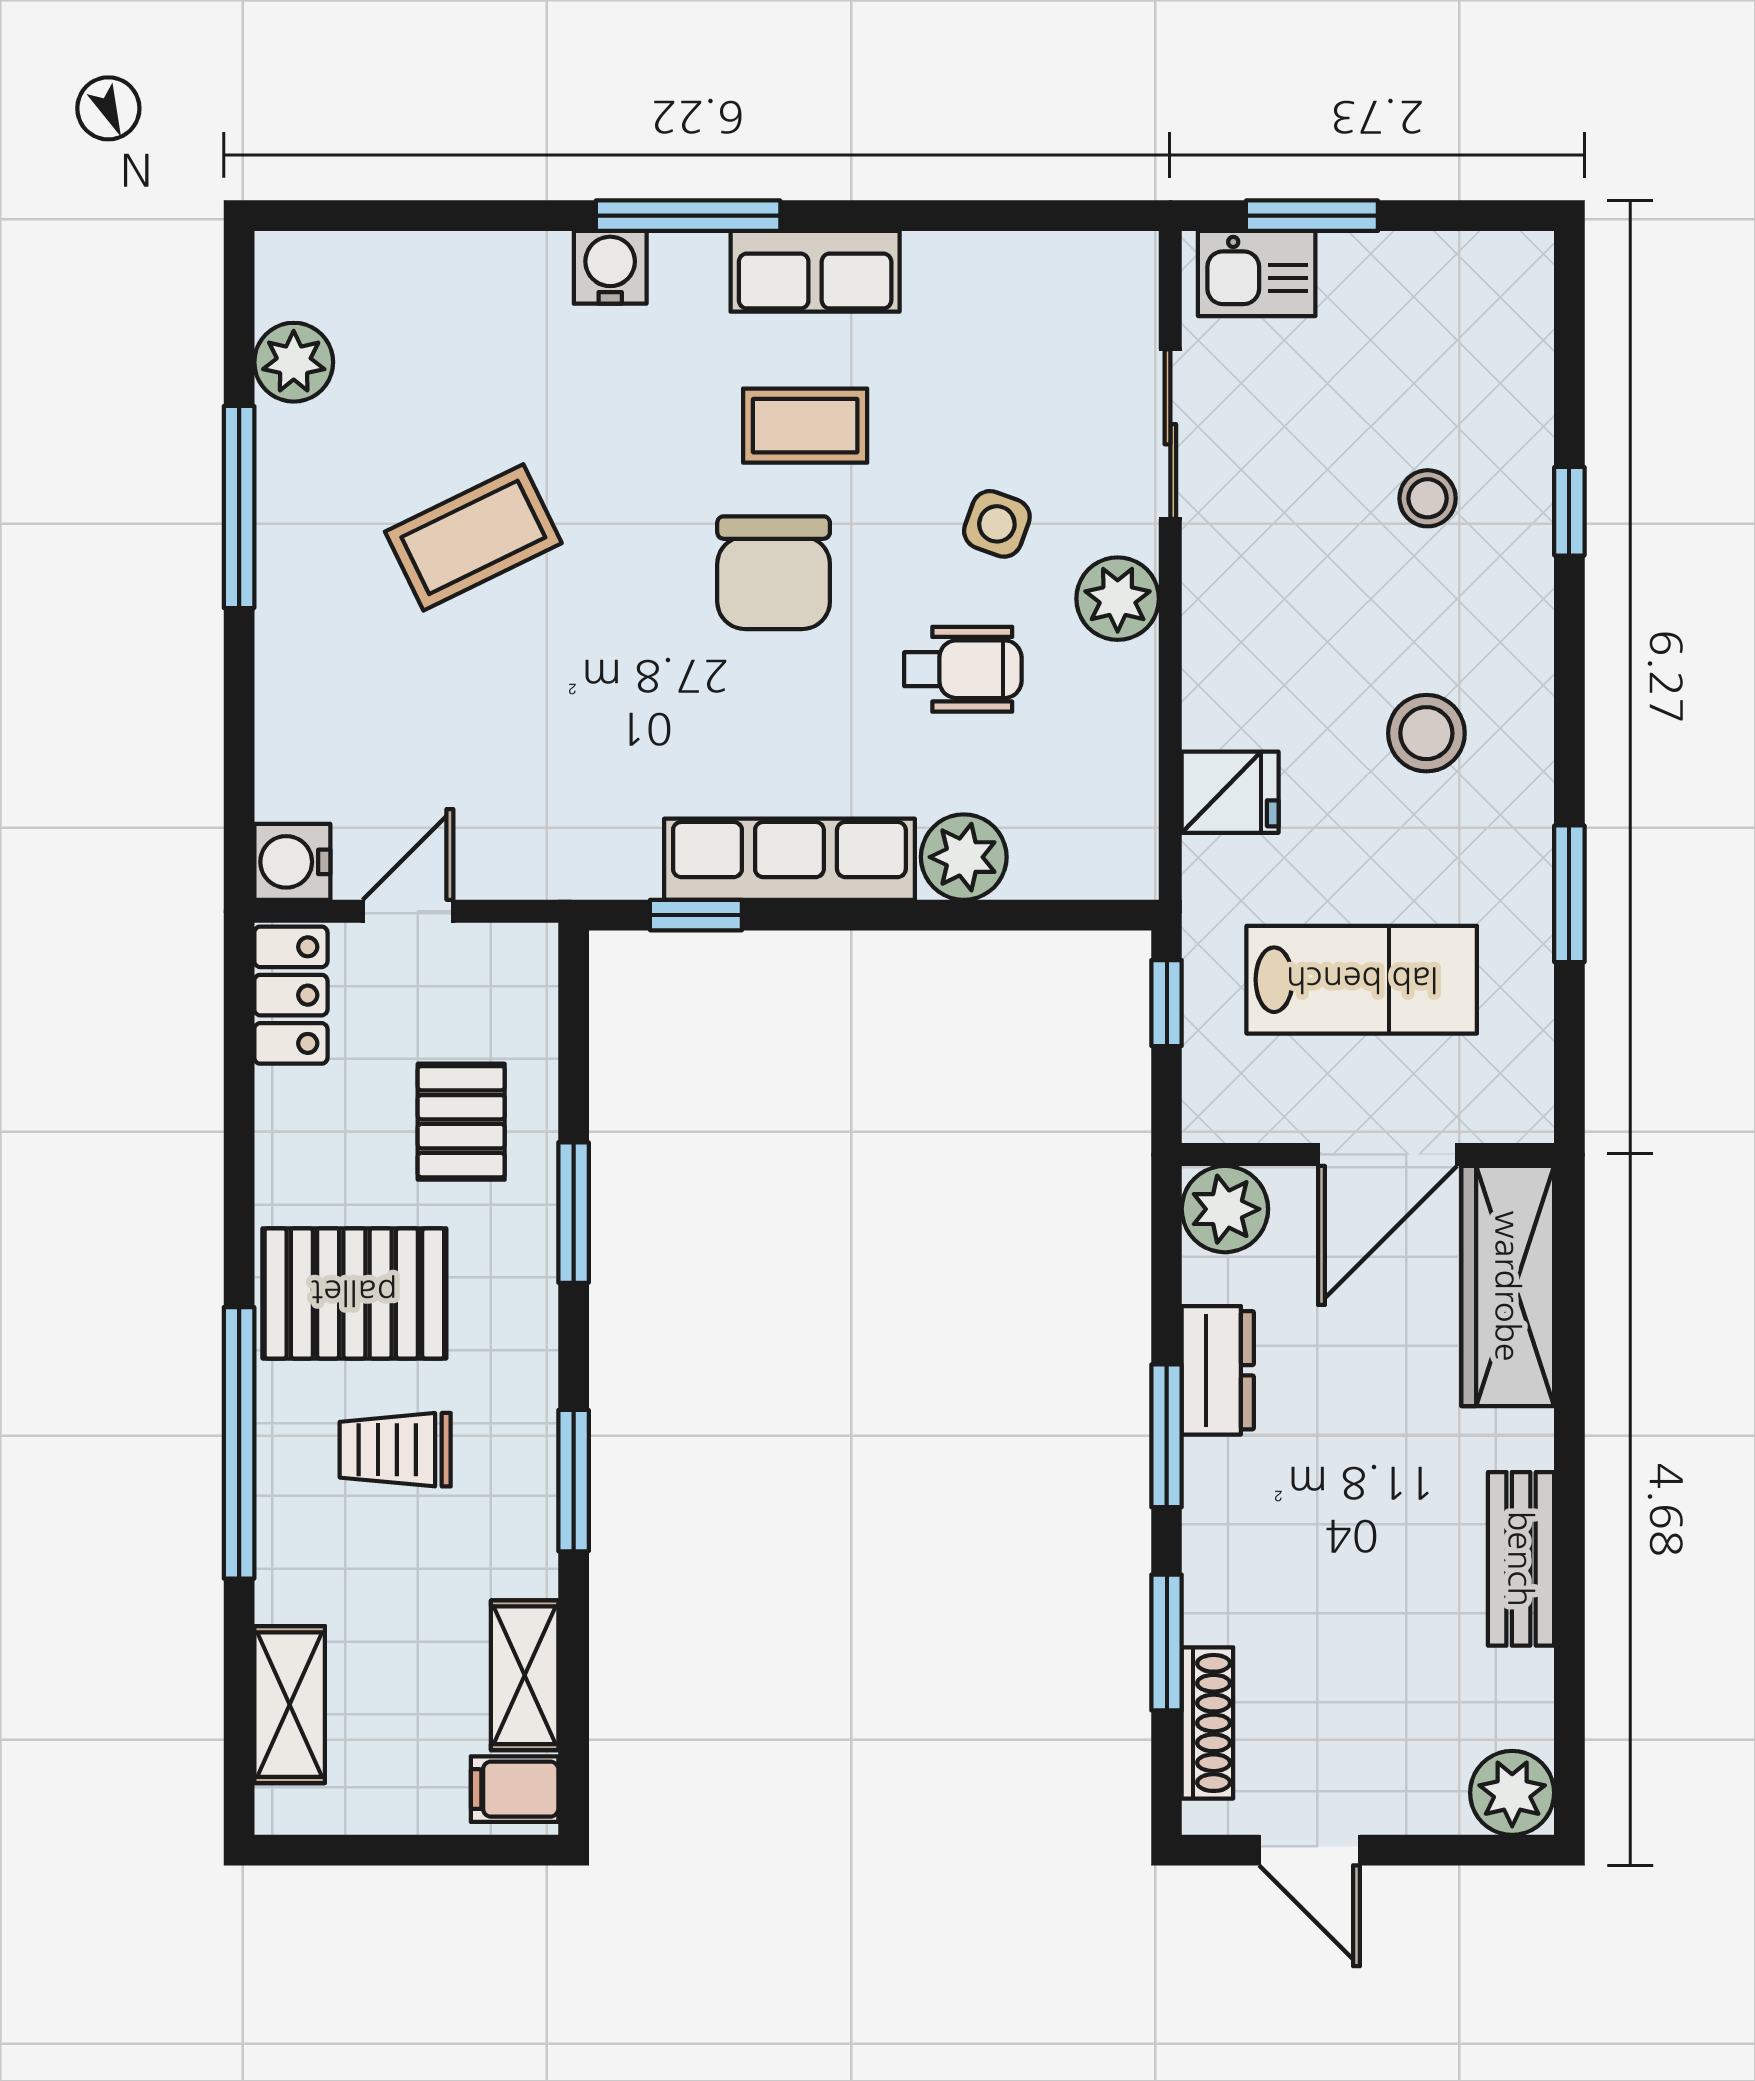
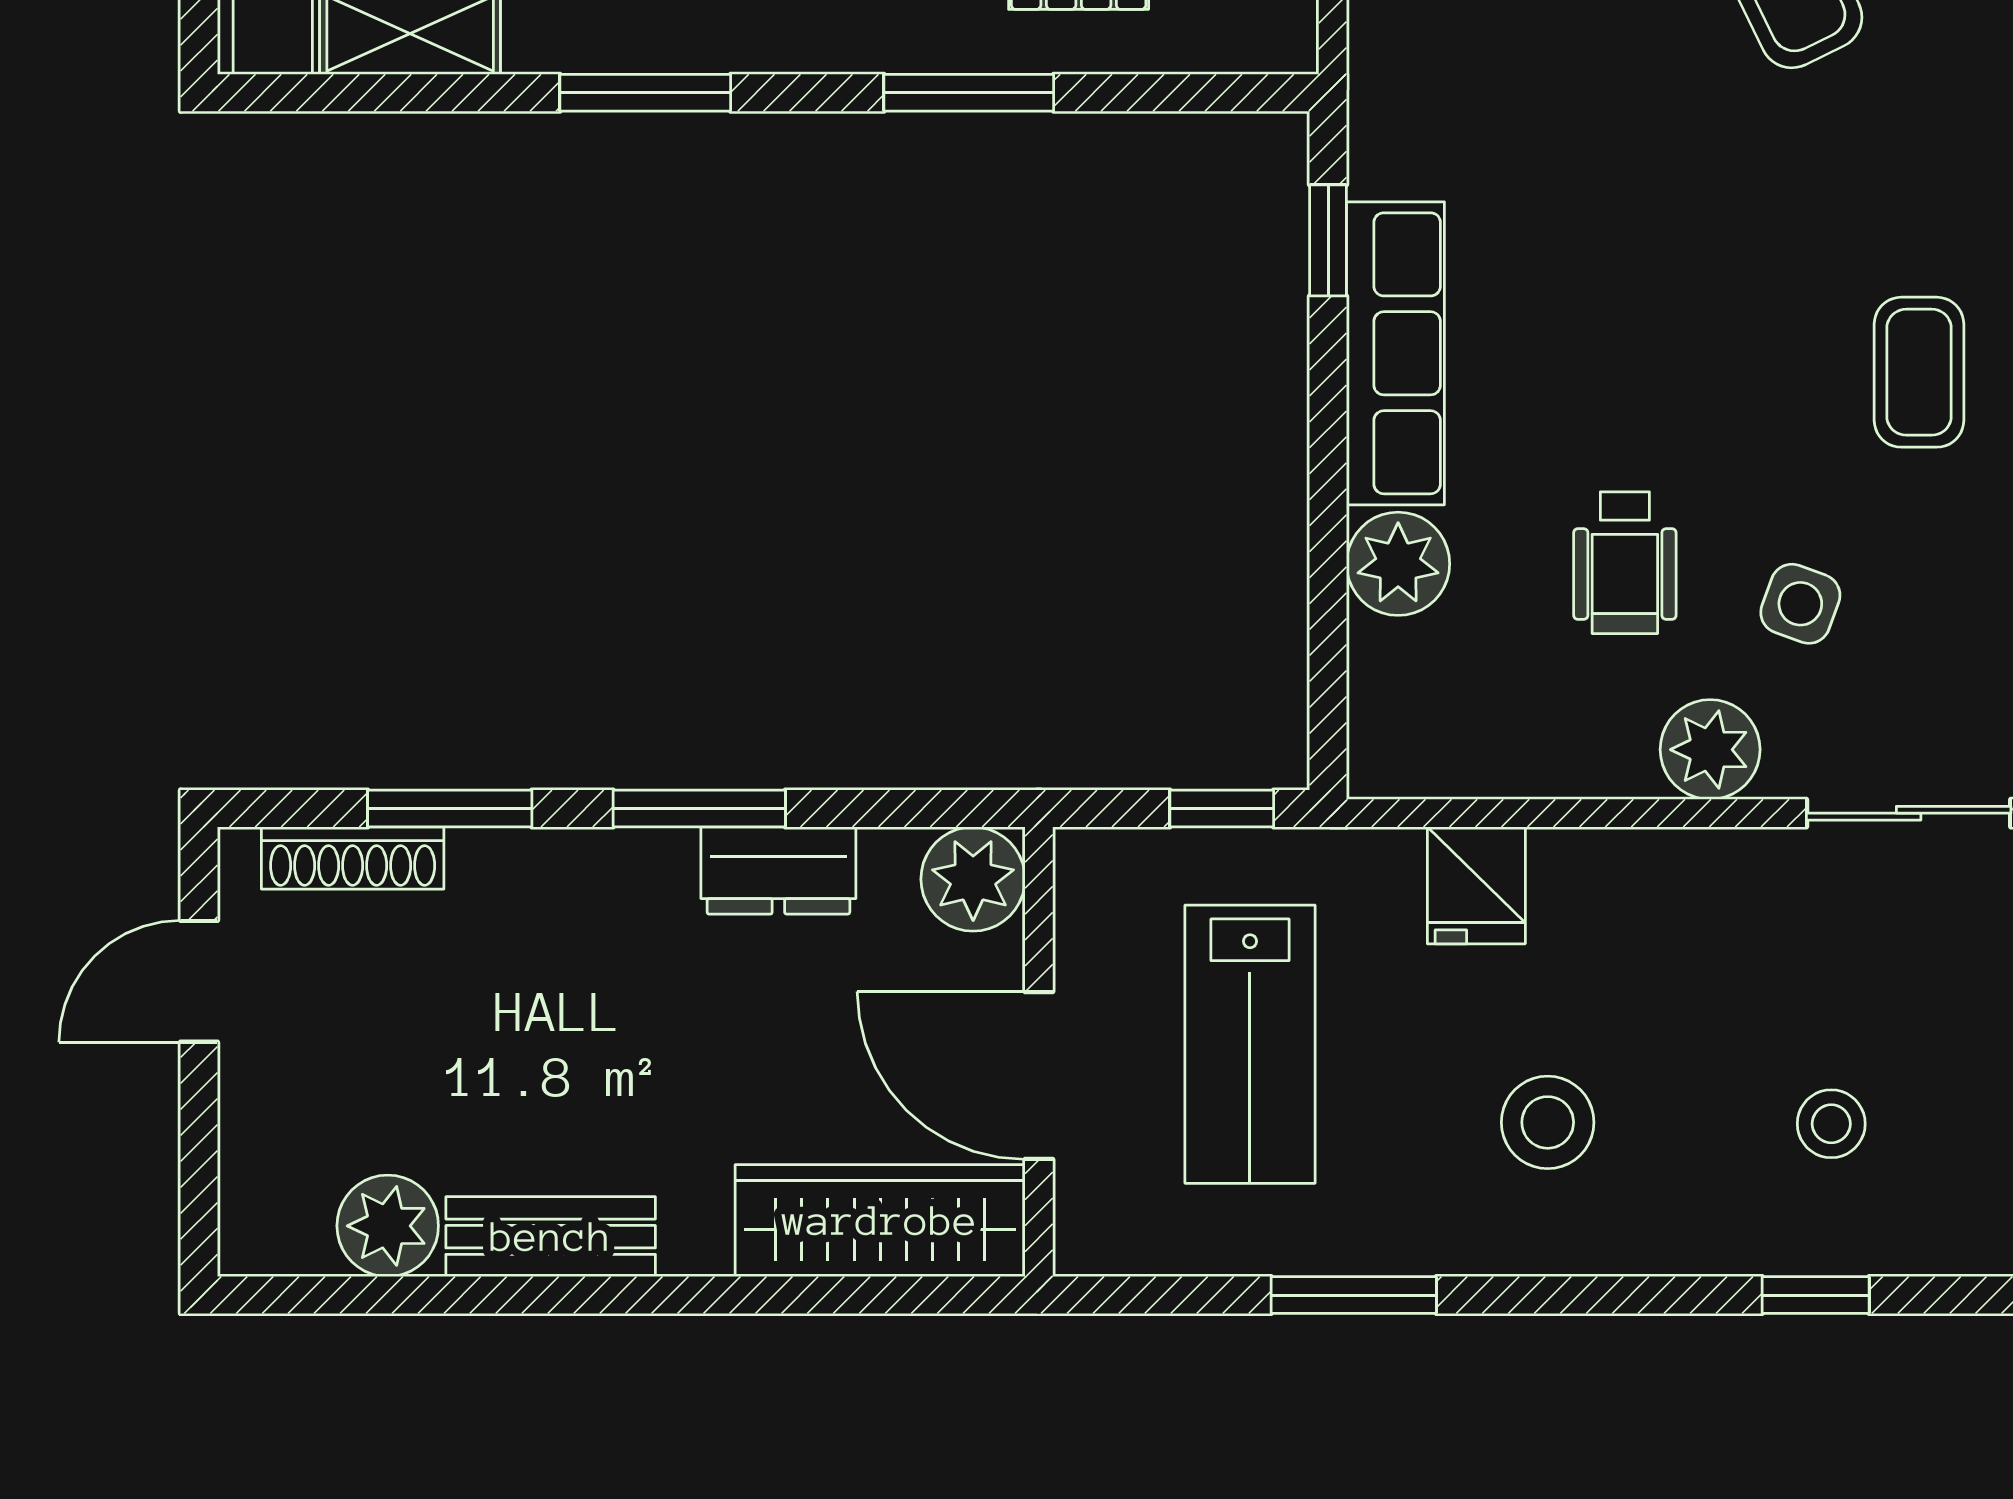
chair: (774, 573) -> (1741, 334), removed
plant: (1512, 1793) -> (388, 1226), moved

